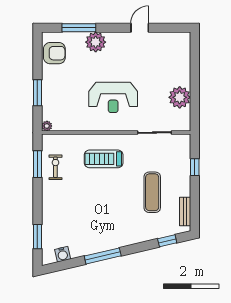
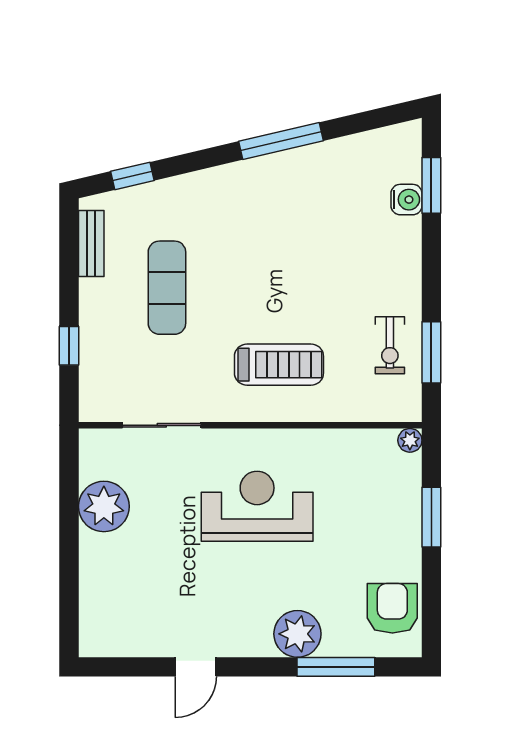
armchair: (54, 53) -> (392, 608), turned 90
water cooler: (63, 254) -> (406, 200), moved, turned 103

